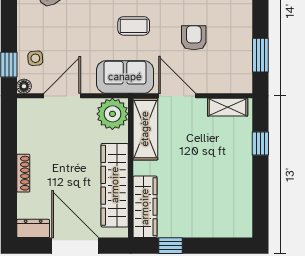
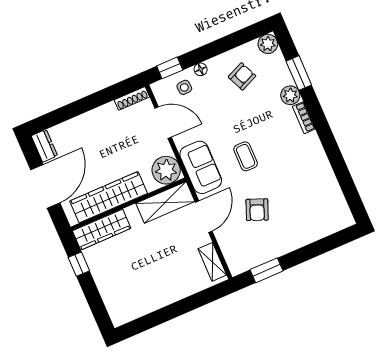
armchair: (194, 38) -> (257, 210), turned 112
floor lamp: (24, 86) -> (201, 69), moved
window: (260, 144) -> (194, 302), removed
shoe rack: (23, 173) -> (132, 98), moved

